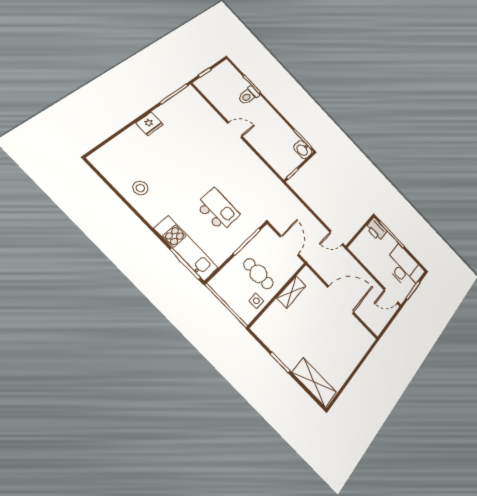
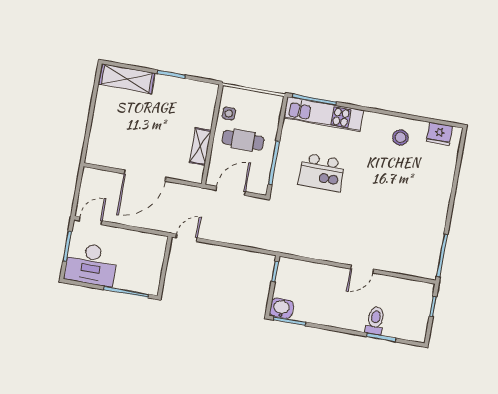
fridge: (150, 124) -> (439, 134), moved, turned -90
printer: (376, 229) -> (147, 284), removed
door: (289, 246) -> (231, 191), swing flipped

